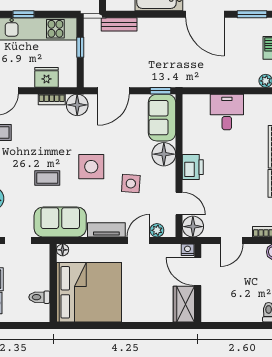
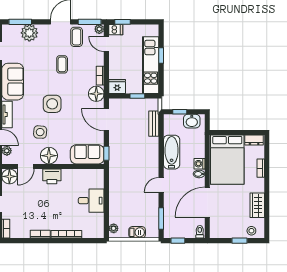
door: (205, 14) -> (161, 185), width x0.53
fridge: (46, 77) -> (117, 86), moved, turned -90
floor lamp: (164, 154) -> (49, 156), moved
coffee table: (47, 178) -> (62, 64), moved

